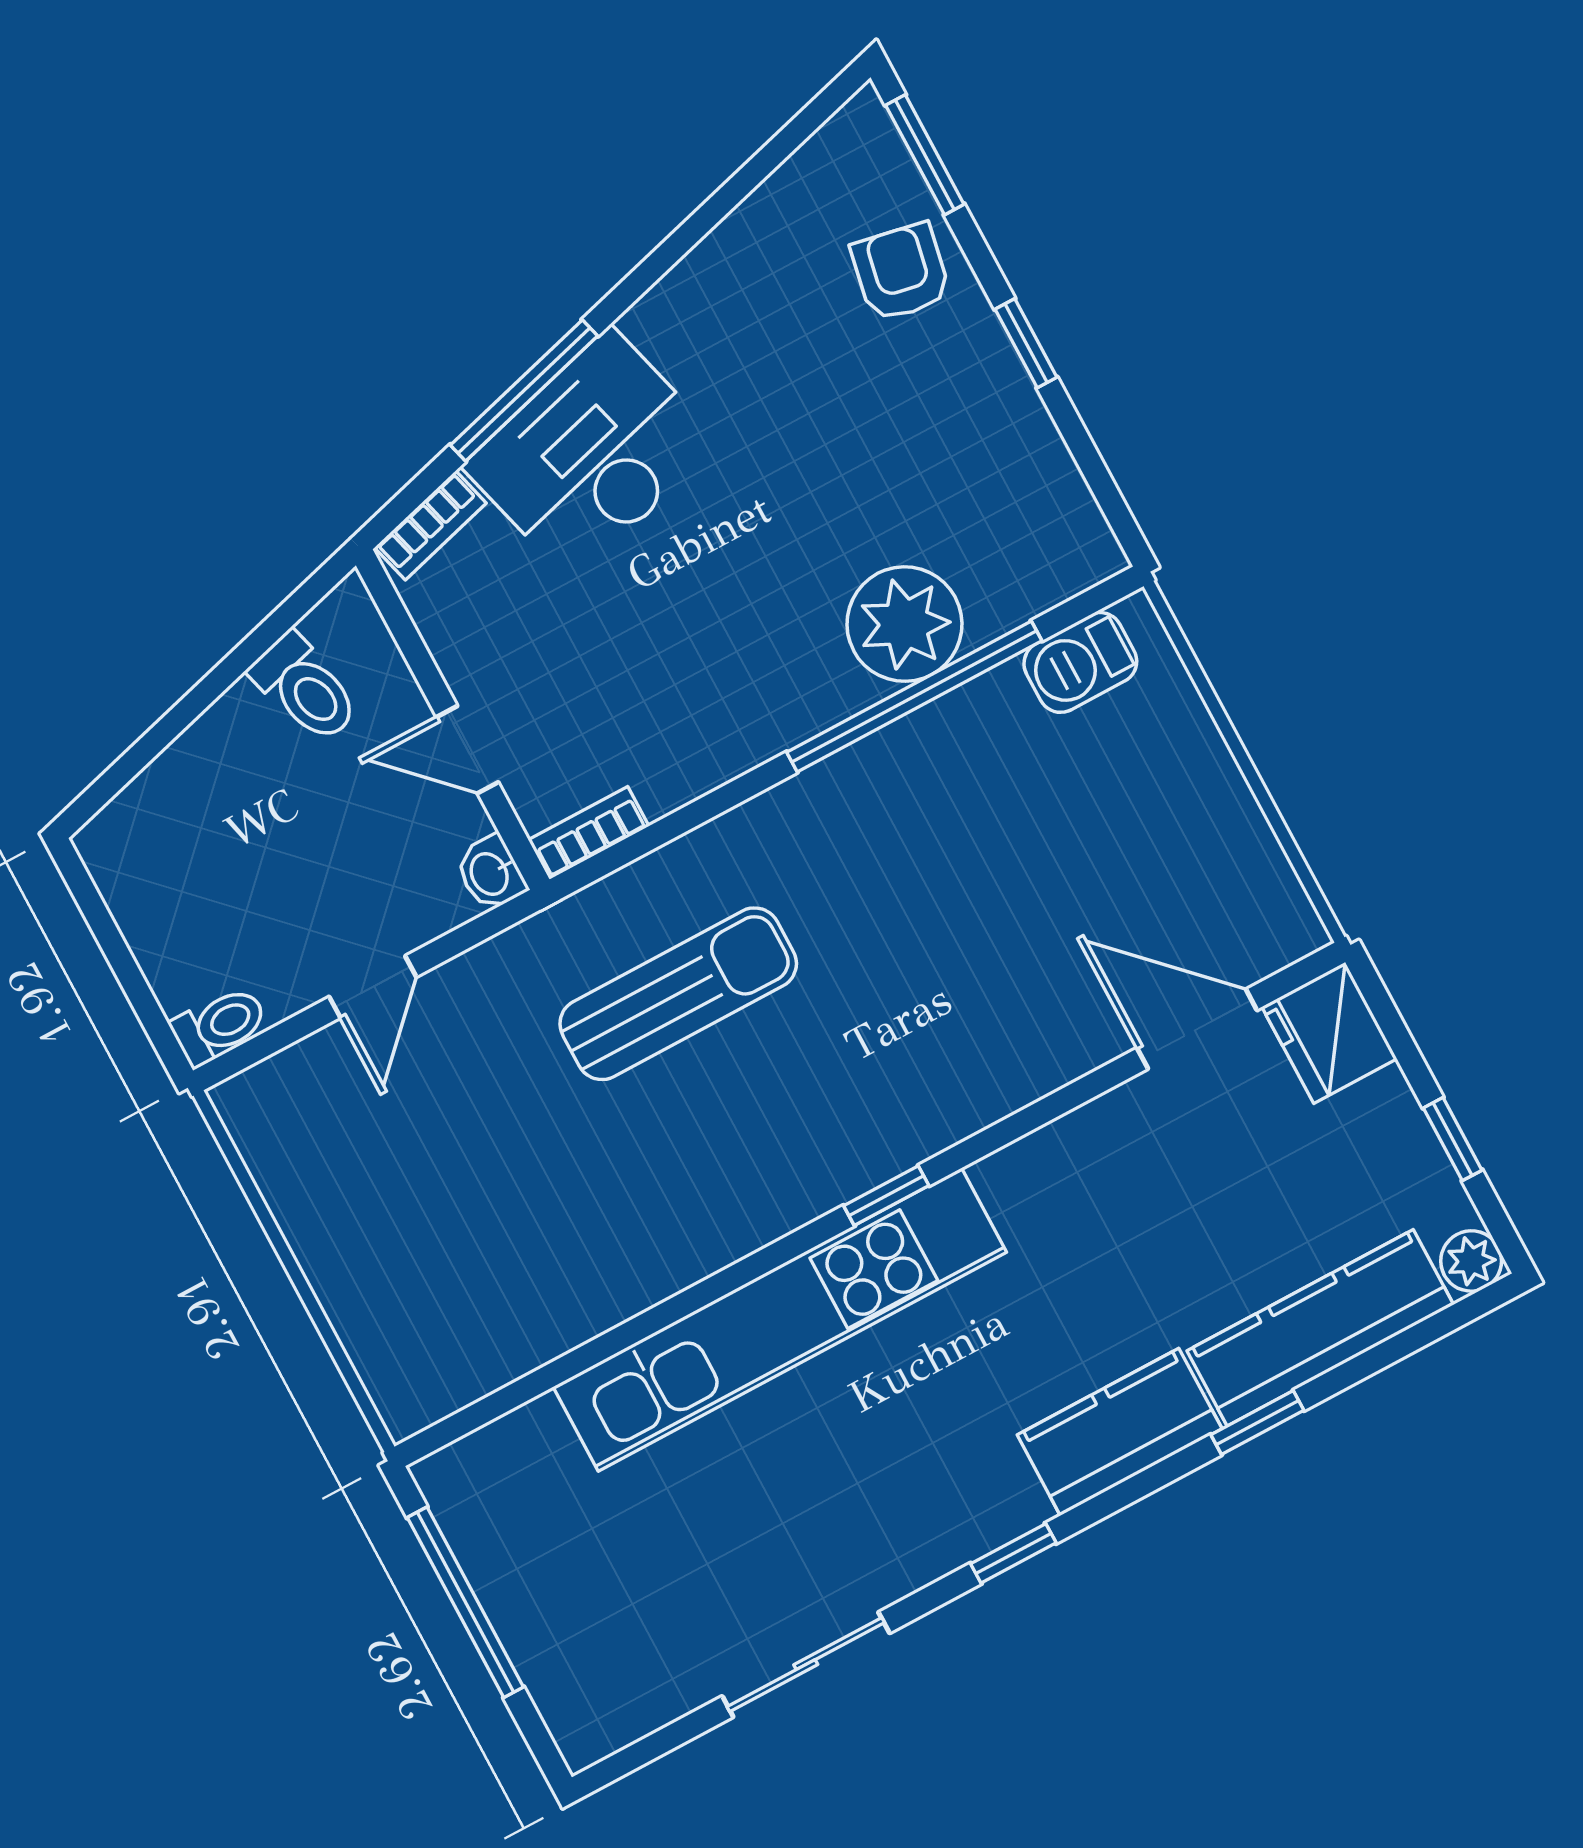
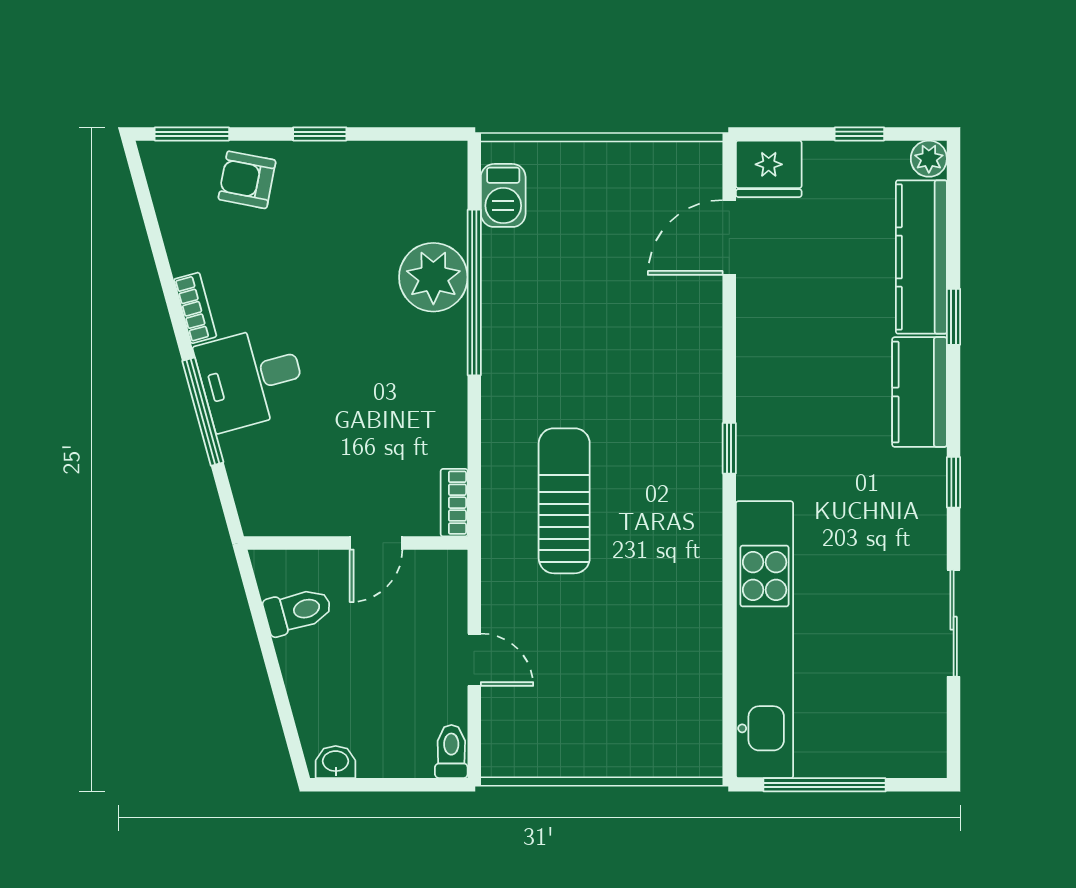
desk: (591, 454) -> (251, 378), width x0.73
bookcase: (430, 525) -> (195, 308), moved
washbasin: (491, 873) -> (336, 762), moved, turned 180
kitchen unit: (780, 1320) -> (765, 640), moved

